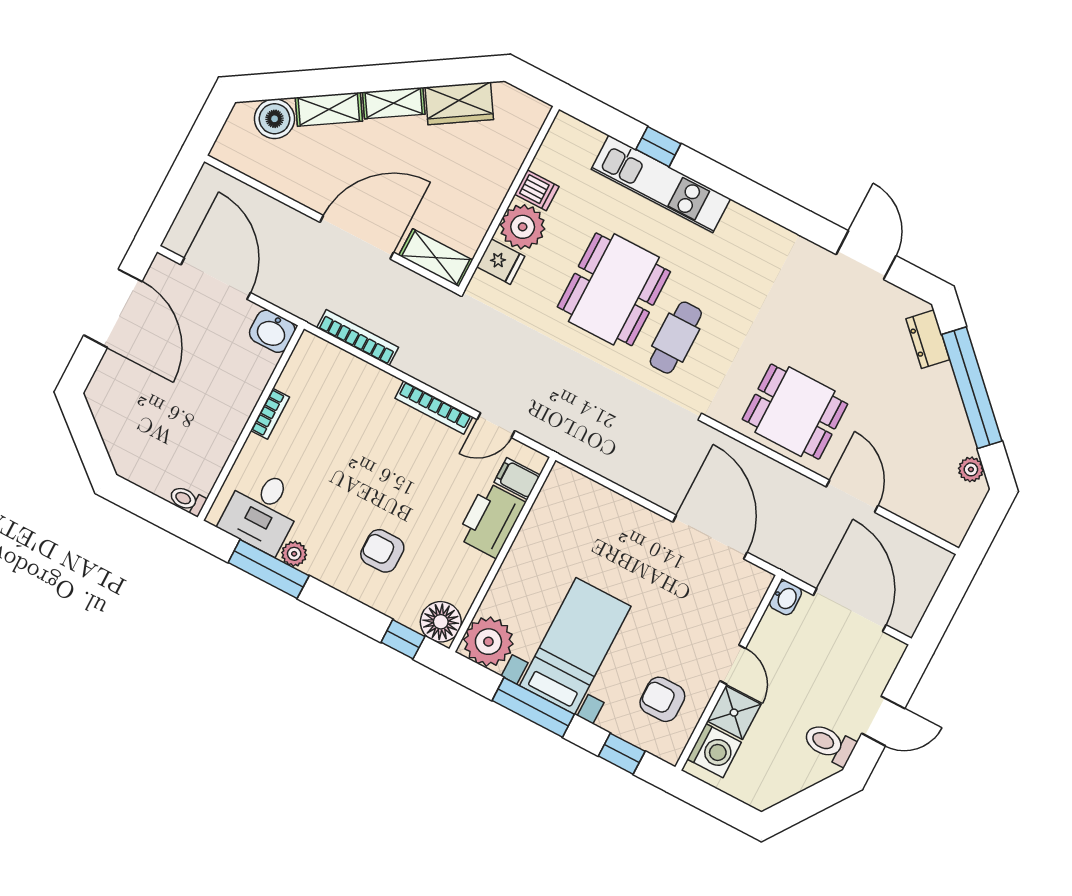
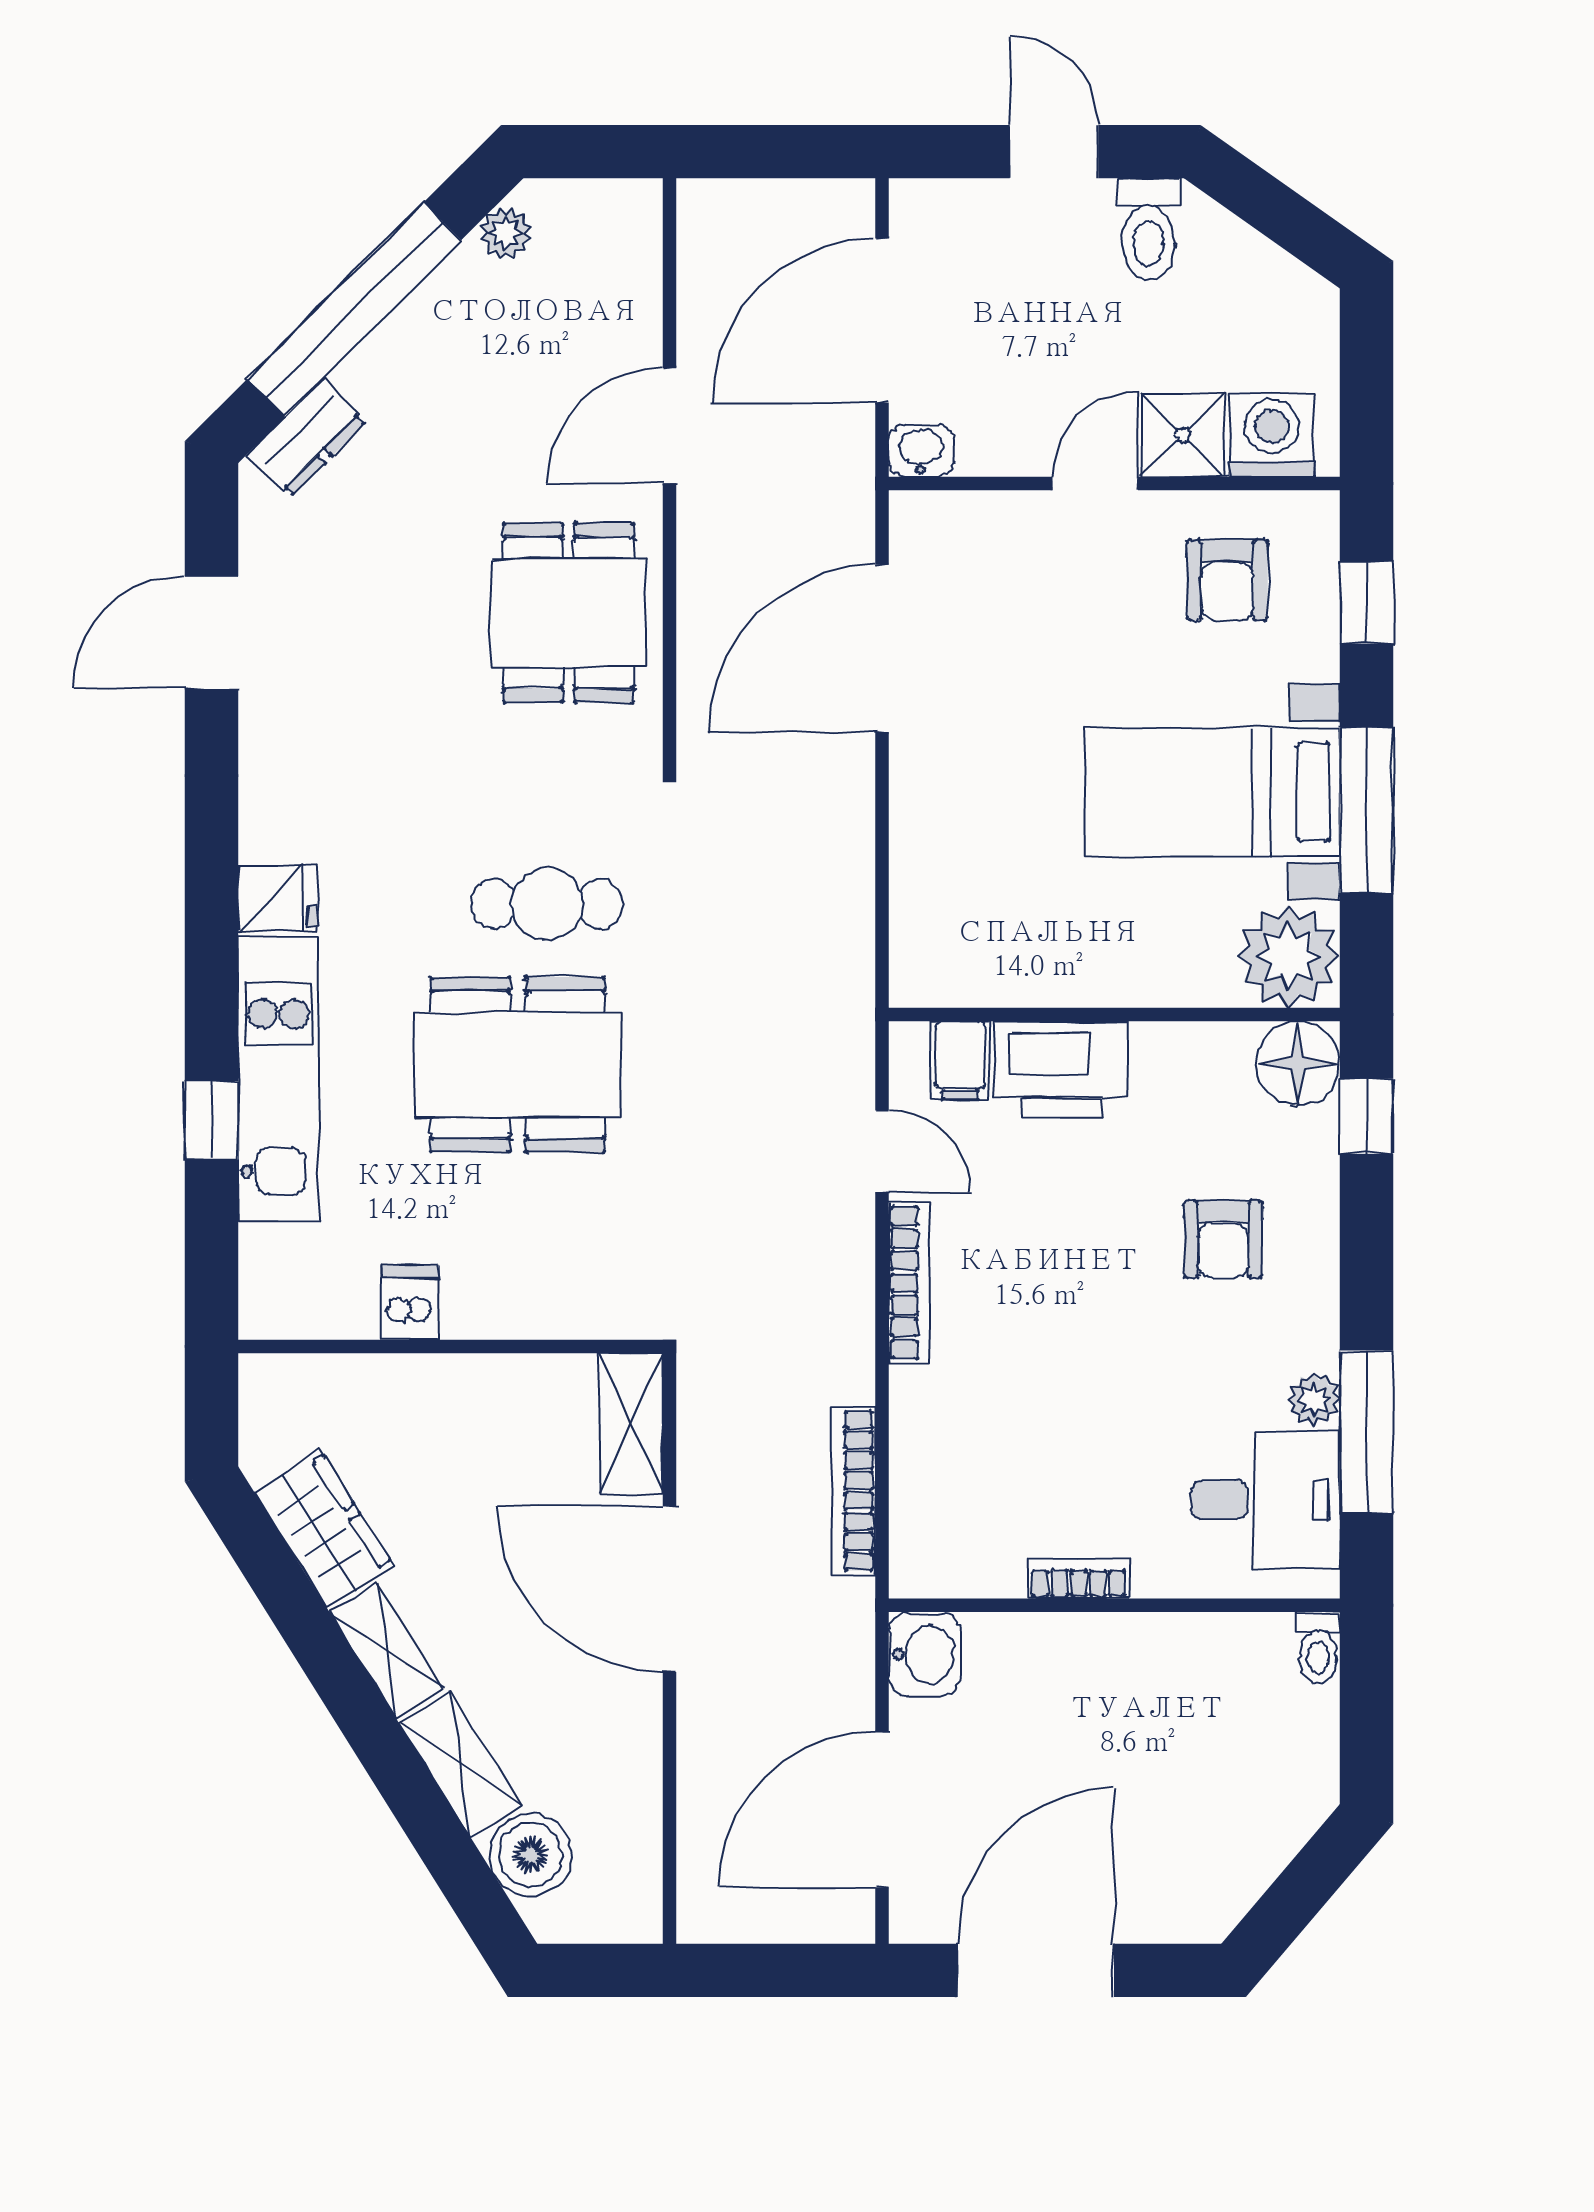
plant: (523, 227) -> (490, 1293), removed
fridge: (501, 262) -> (278, 898), moved, turned 90

